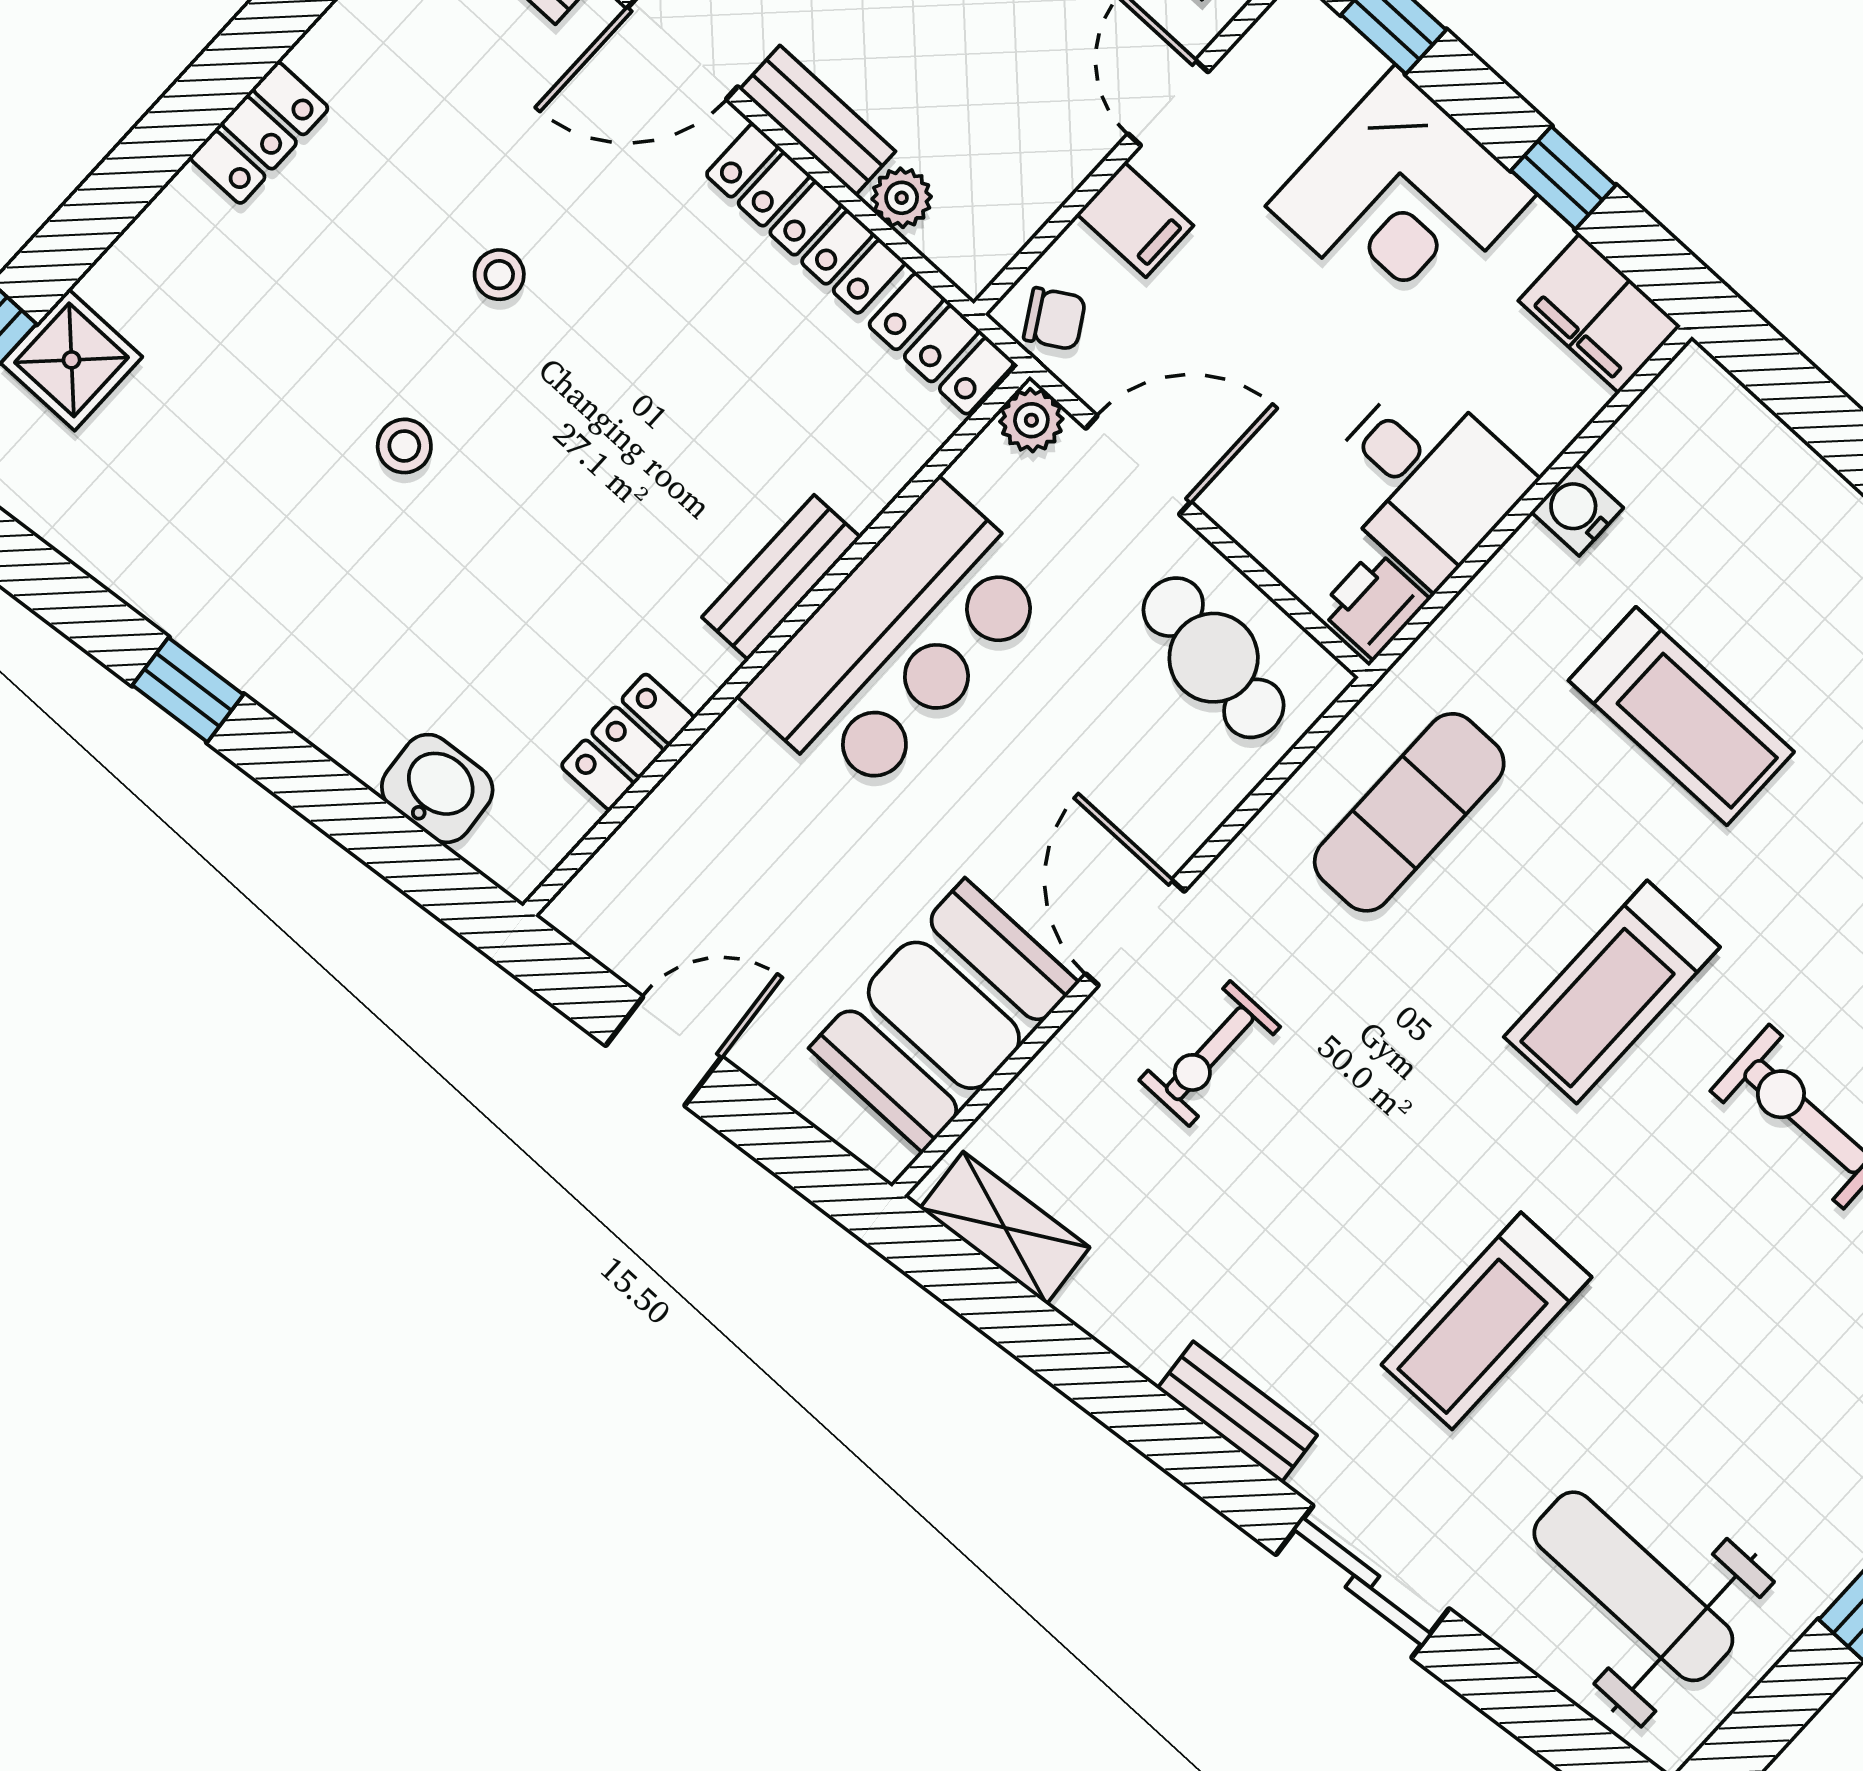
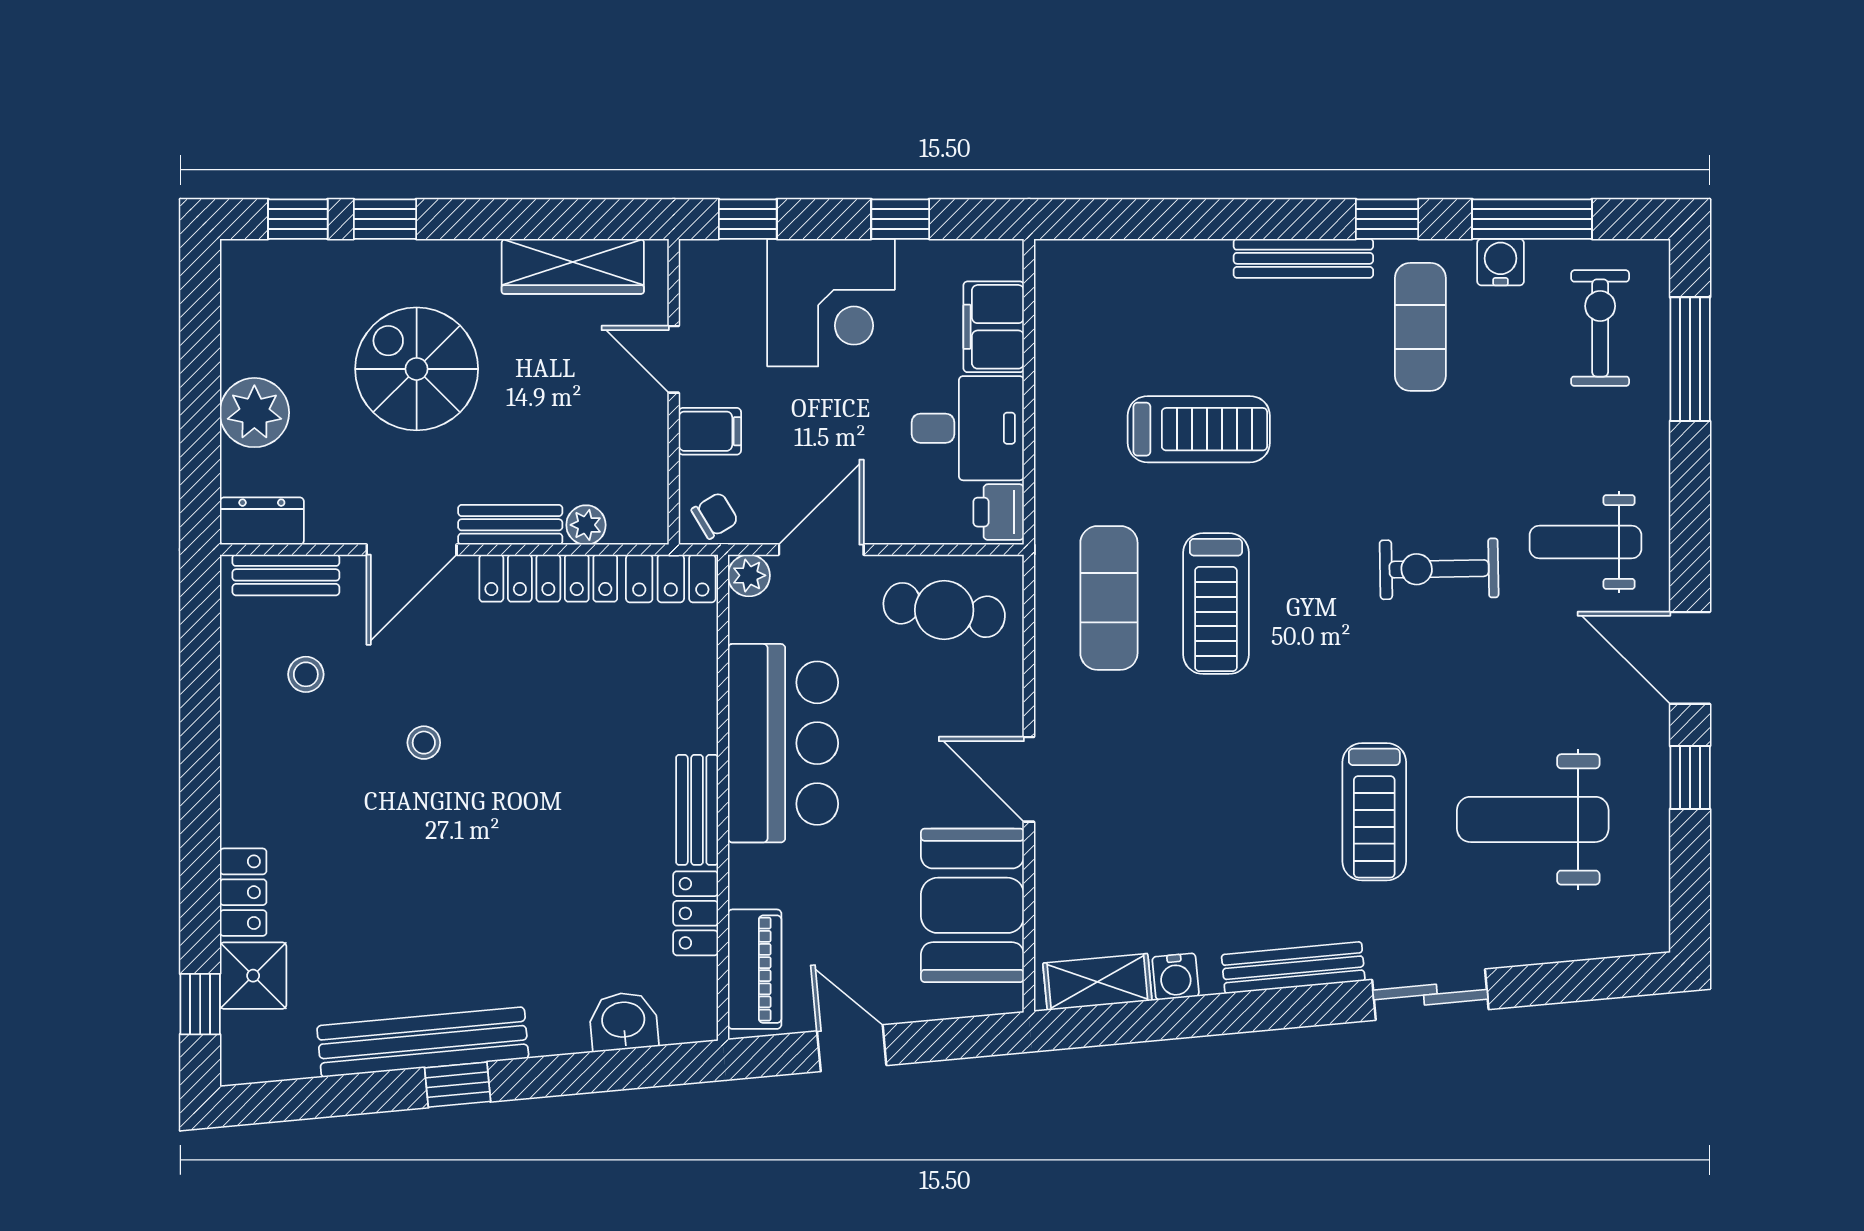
locker: (259, 133) -> (243, 892), moved
filing cabinet: (1599, 313) -> (994, 327), moved, turned 90
stool: (404, 446) -> (306, 674), moved
water cooler: (1577, 510) -> (1176, 977), moved, turned -95
bench: (781, 577) -> (697, 810), moved
bench: (193, 607) -> (423, 1042), added
piano: (636, 864) -> (755, 969), added
treadmill: (1612, 992) -> (1216, 604), moved
door: (664, 1051) -> (852, 1048), hinge flipped
exercise bike: (1210, 1053) -> (1119, 805), removed
bench: (1237, 1412) -> (1293, 968), width x1.36
weight bench: (1633, 1586) -> (1533, 819), moved

